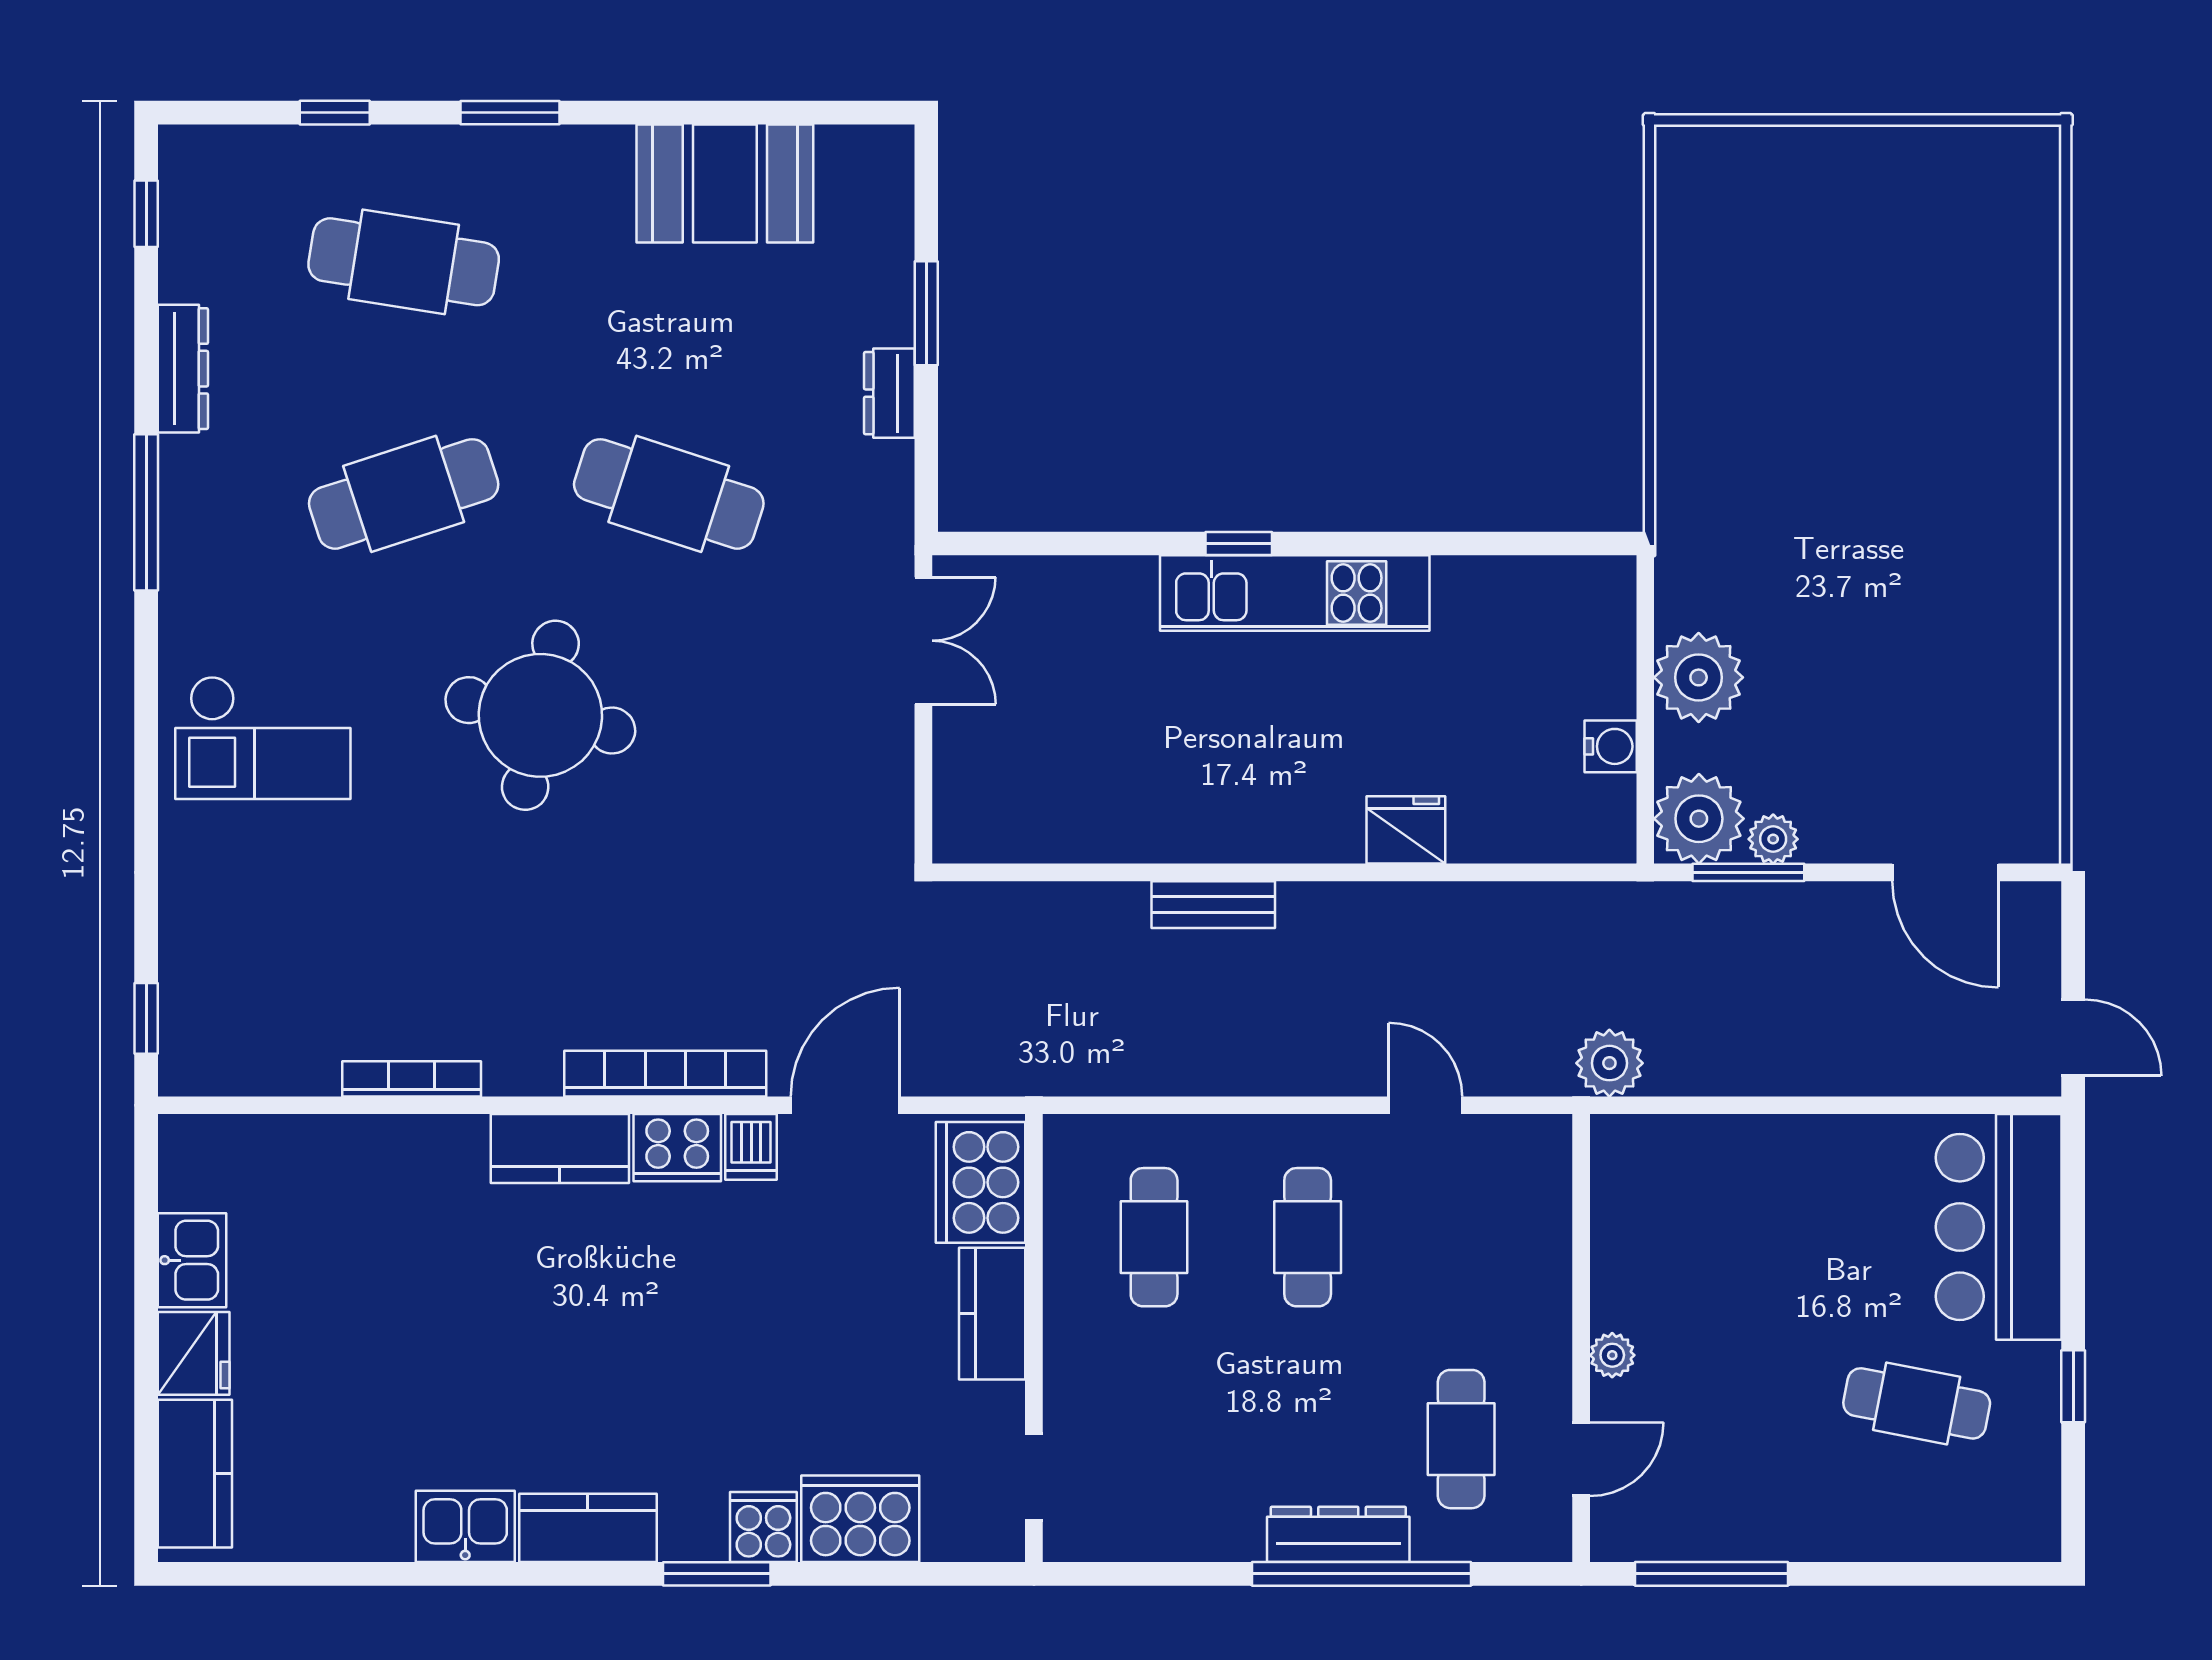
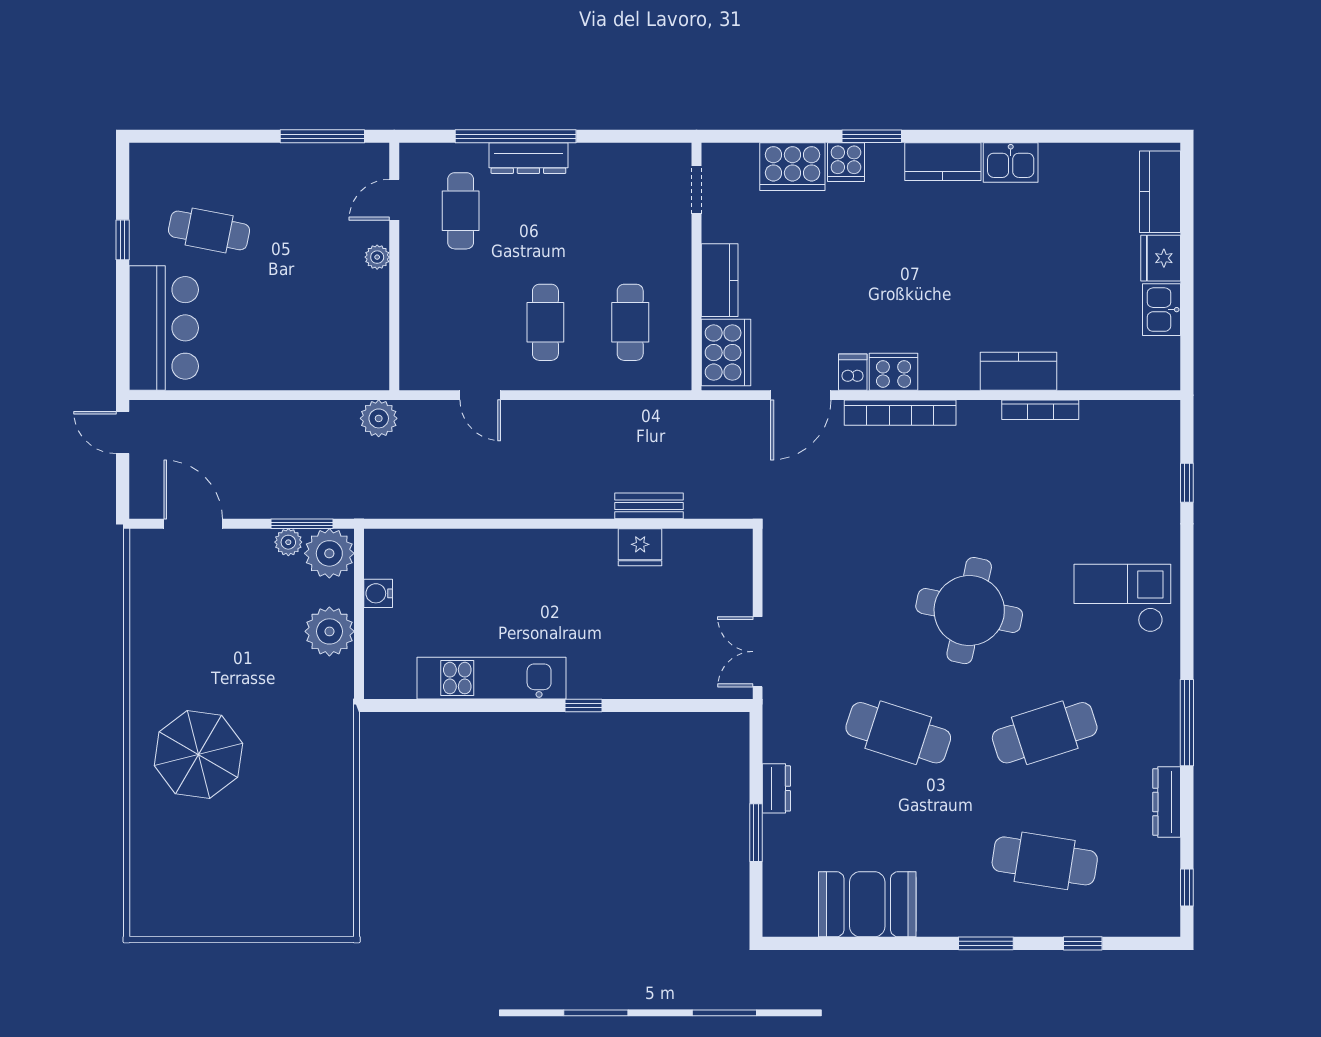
parasol: (1936, 455) -> (198, 755), added
kitchen unit: (1295, 593) -> (491, 678), moved
fridge: (1406, 830) -> (640, 547), moved
bench: (1213, 905) -> (649, 506), moved
window: (146, 1018) -> (1187, 483), moved
kitchen counter: (560, 1148) -> (1019, 371), moved

